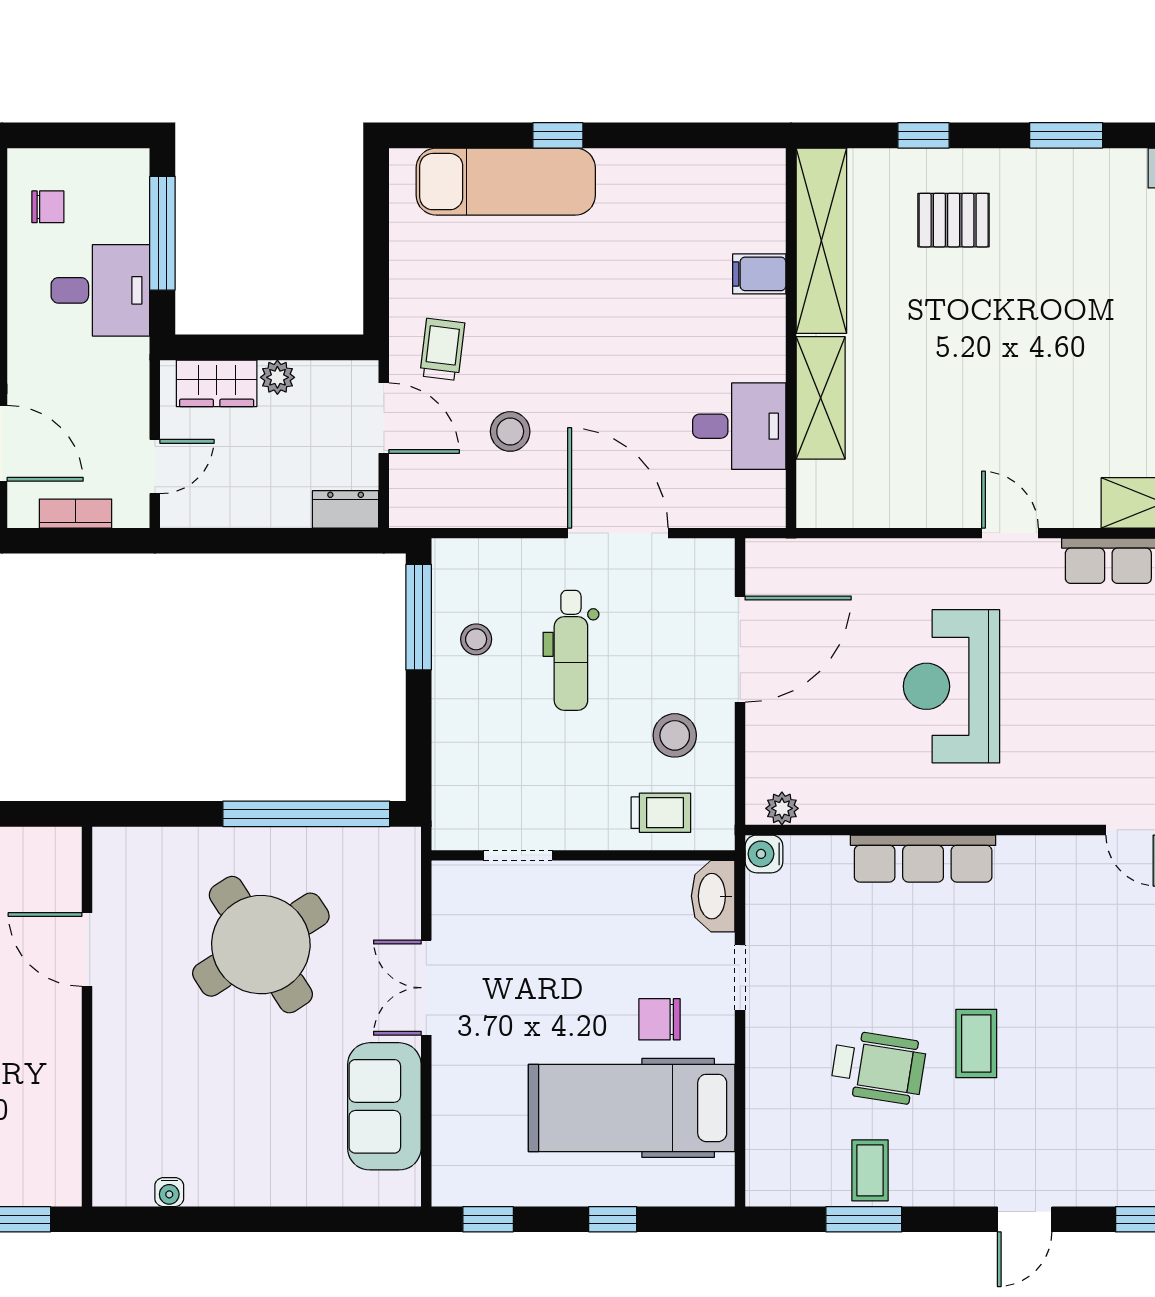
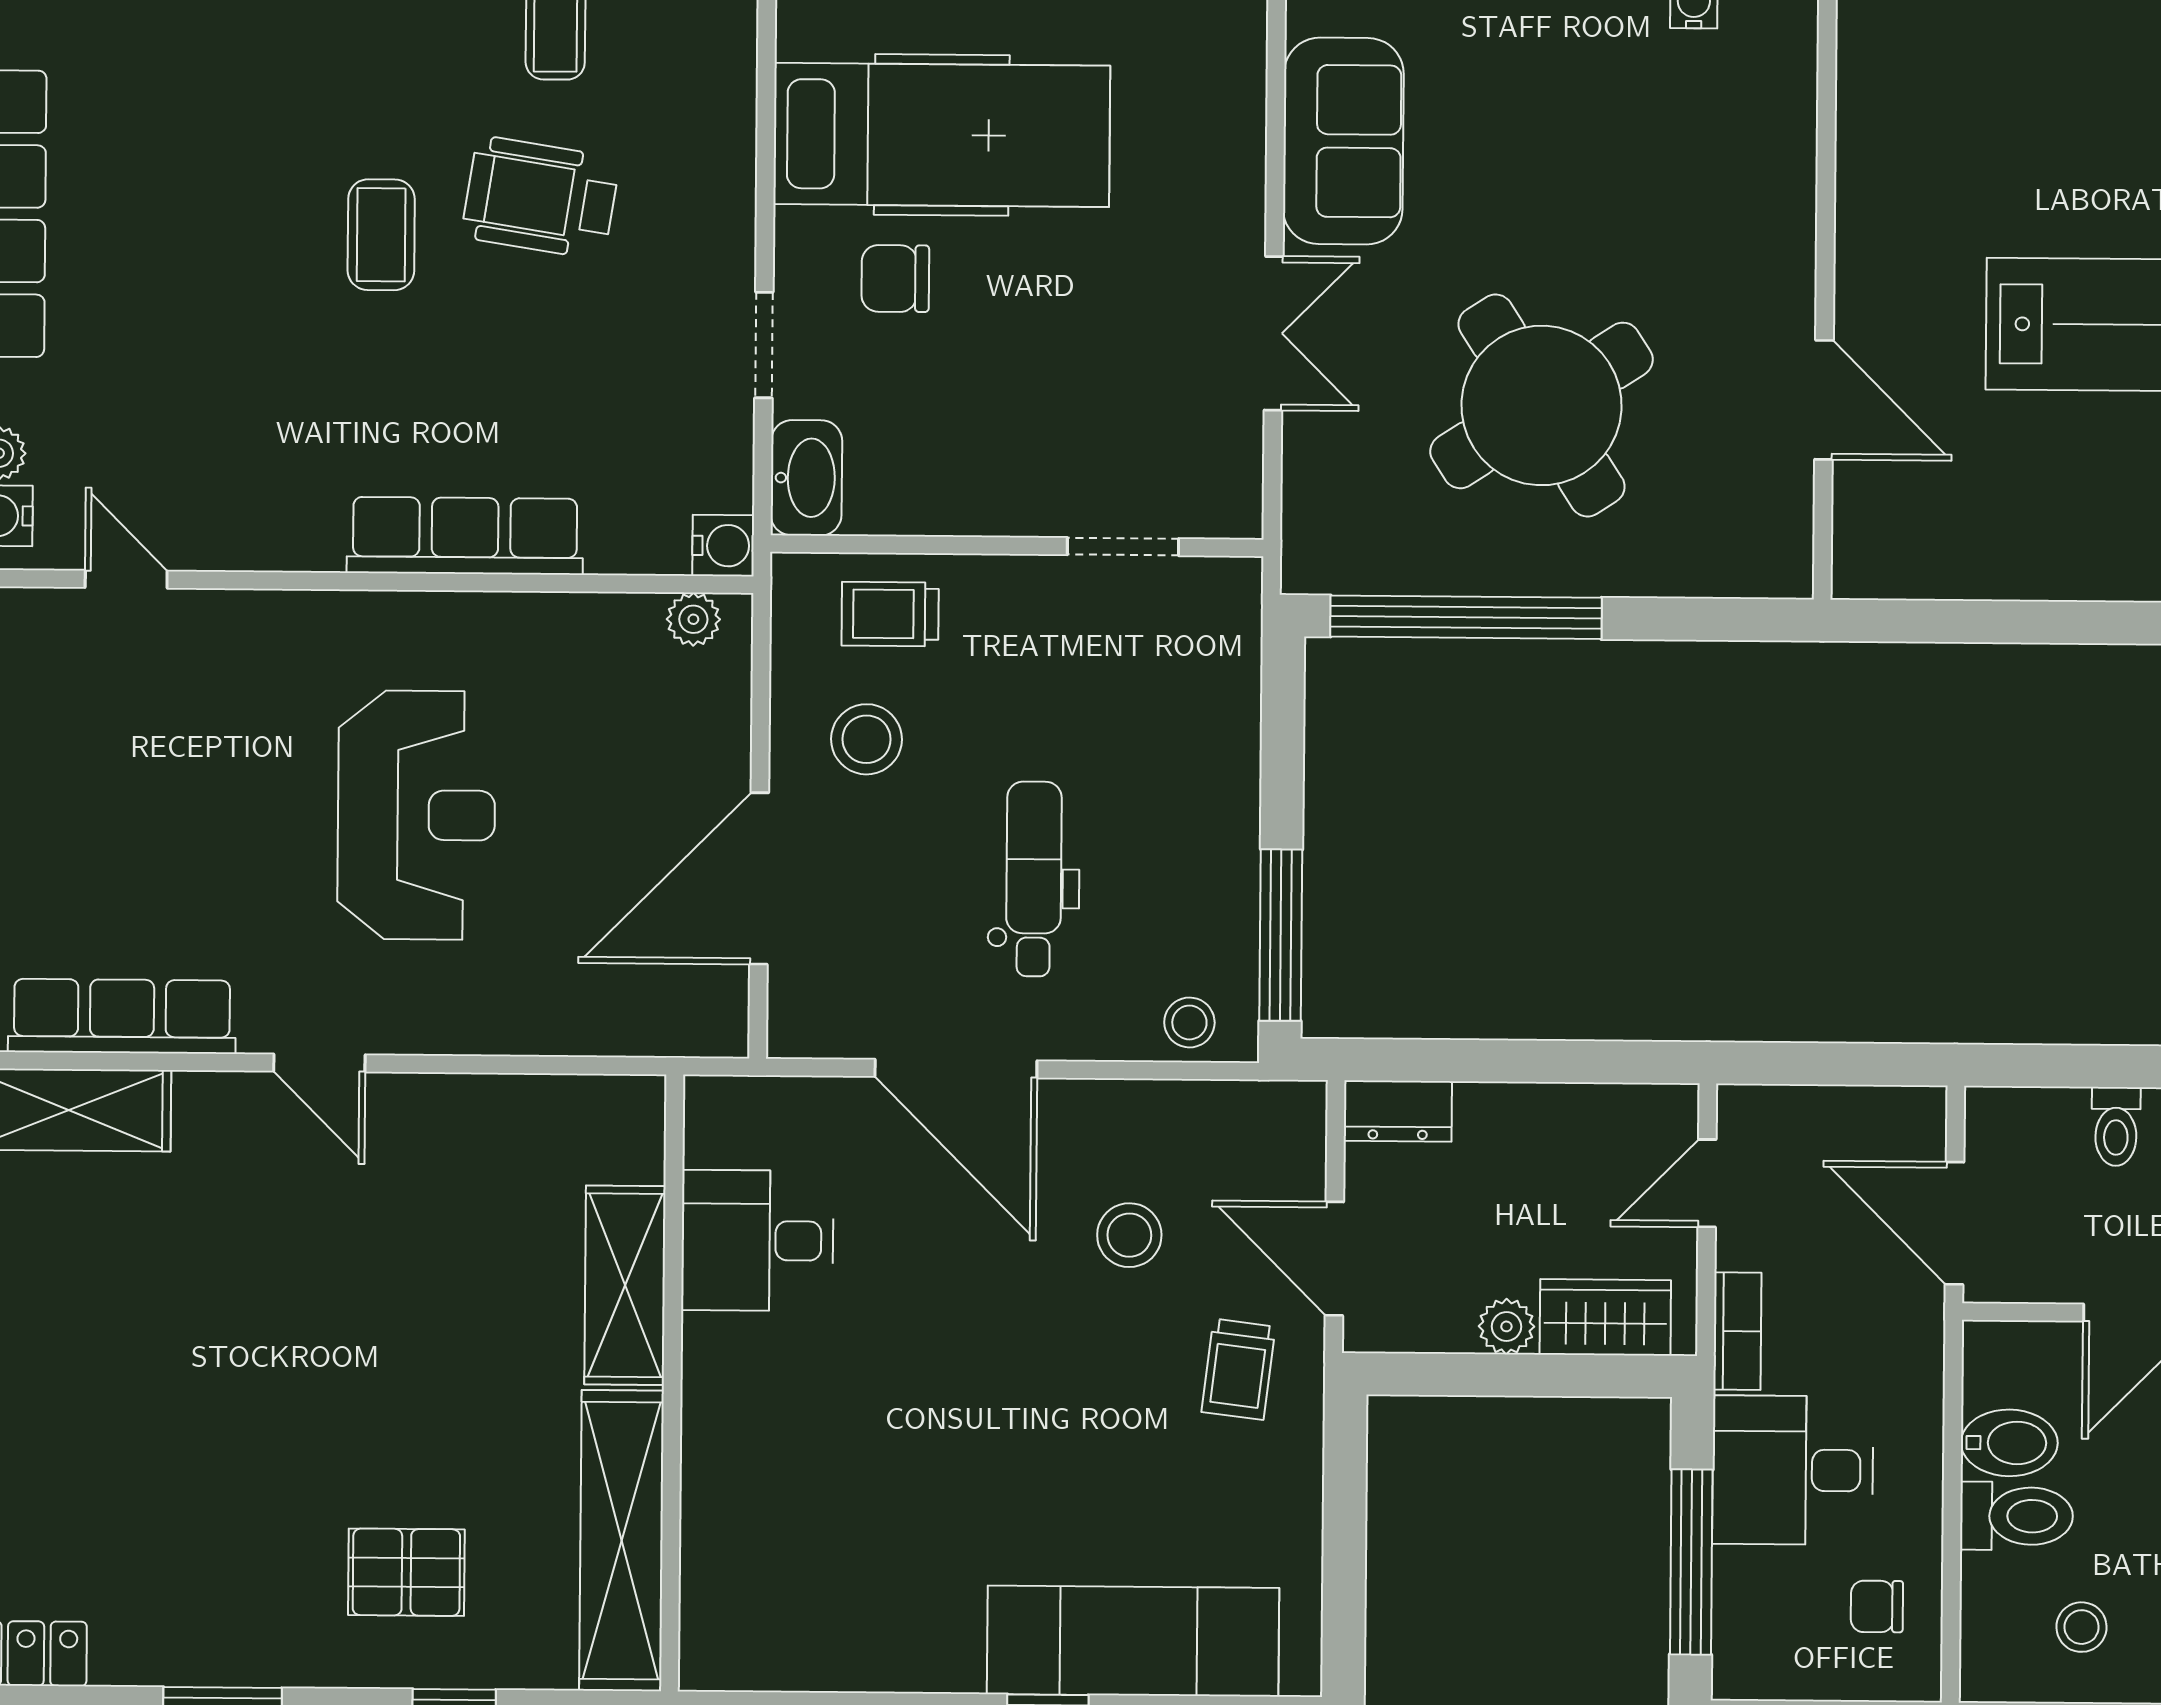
filing cabinet: (759, 274) -> (723, 1487), removed
bookcase: (75, 514) -> (1737, 1331), moved, turned -90
stool: (476, 639) -> (1189, 1022), moved
chair: (659, 1019) -> (895, 279), turned 180

